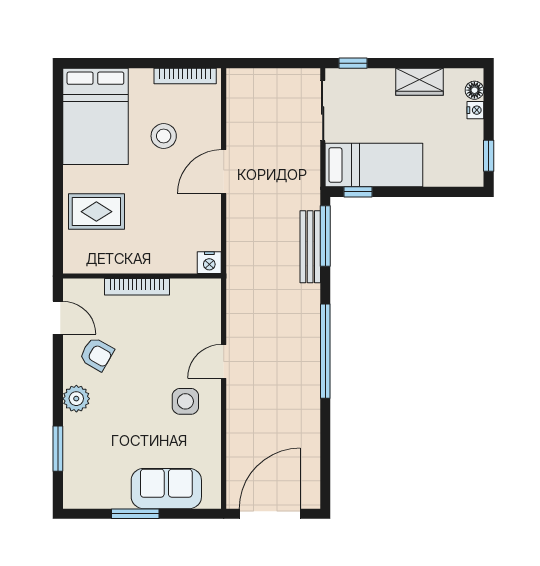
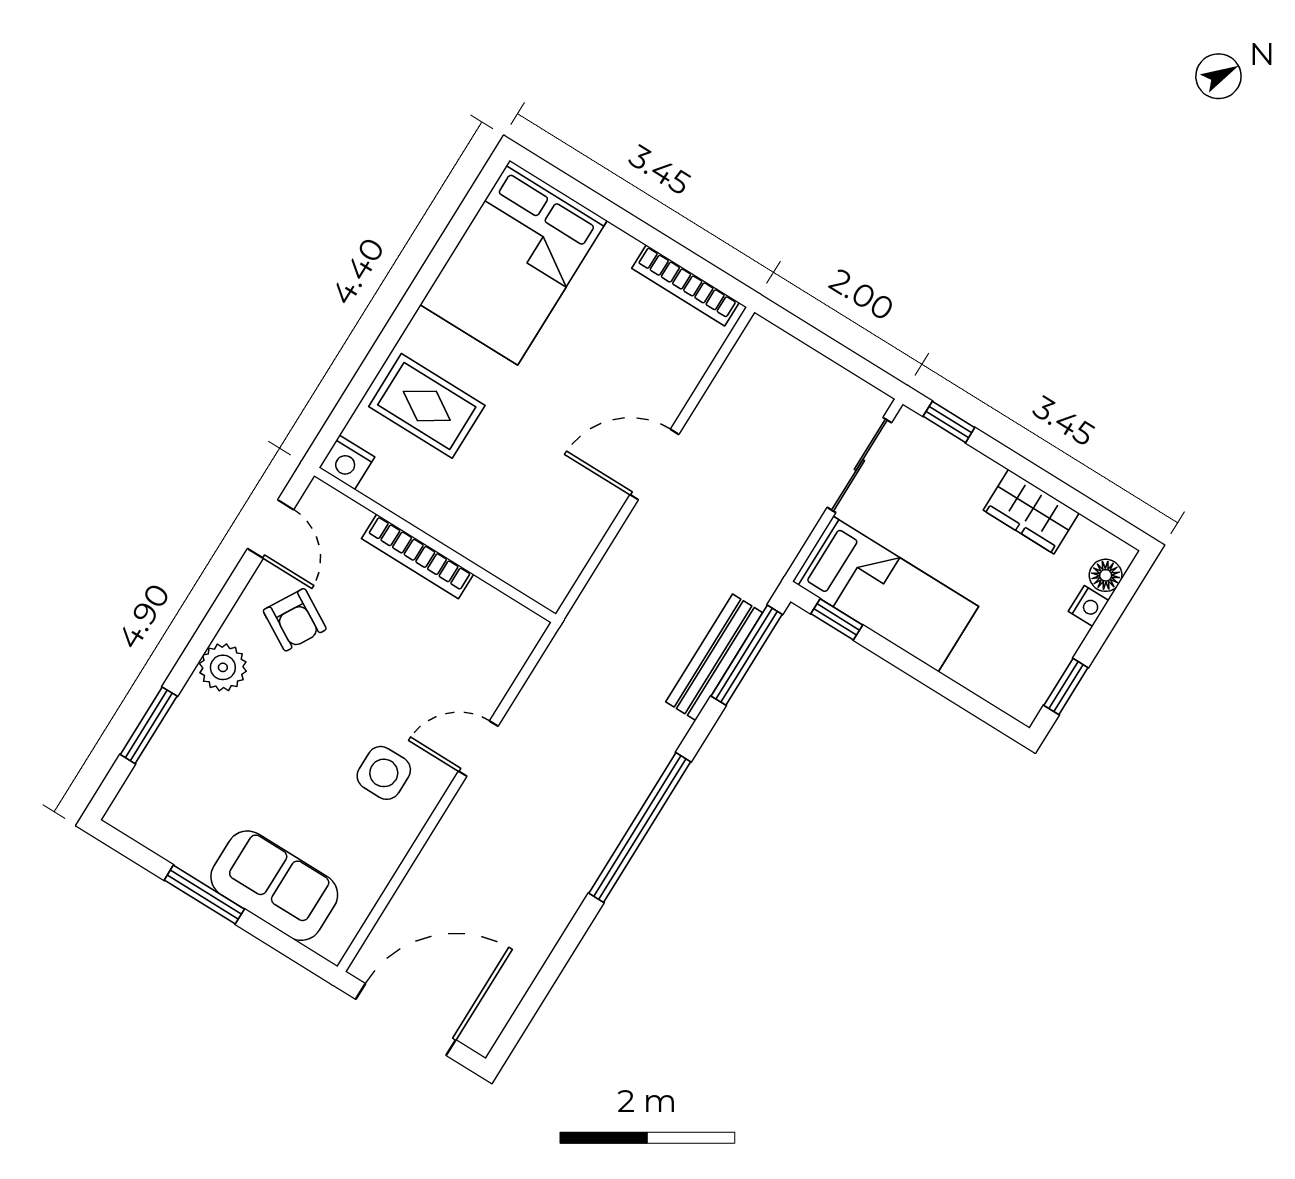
stool: (164, 136) -> (598, 355), removed
nightstand: (209, 263) -> (347, 462), moved

